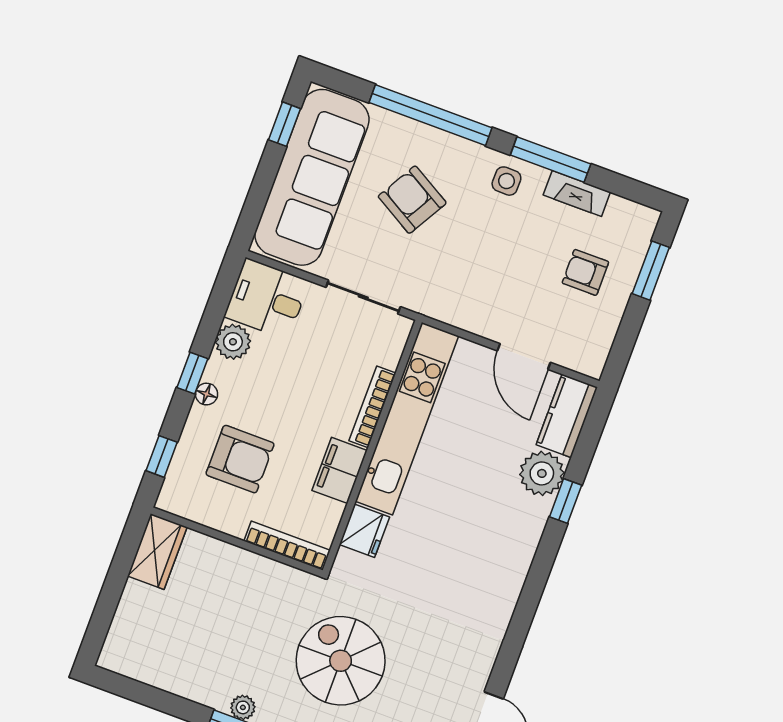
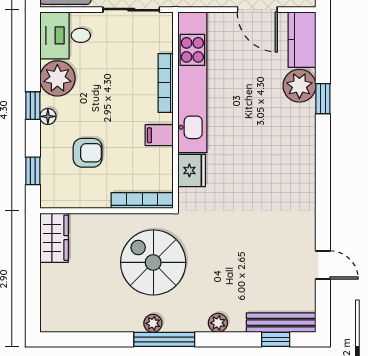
plant: (233, 342) -> (57, 78), width x1.36, depth x1.36
armchair: (240, 459) -> (88, 153), width x0.72, depth x0.72
filing cabinet: (340, 470) -> (159, 135), width x0.50
spiral stairs: (341, 661) -> (153, 262), moved

